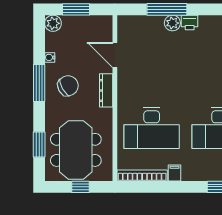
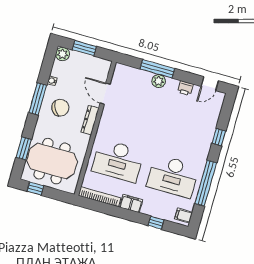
printer: (190, 22) -> (185, 88), moved
meeting table: (76, 150) -> (52, 161), turned 90
filing cabinet: (175, 173) -> (131, 204), width x2.00
window: (81, 187) -> (35, 189), moved

